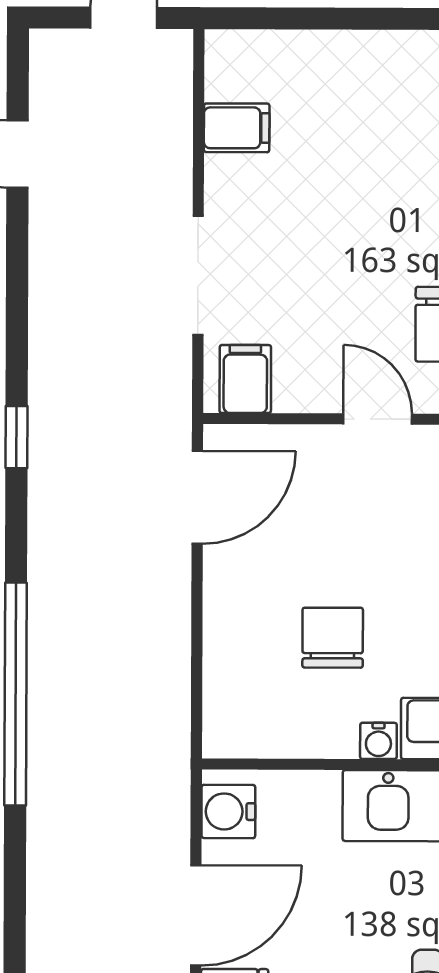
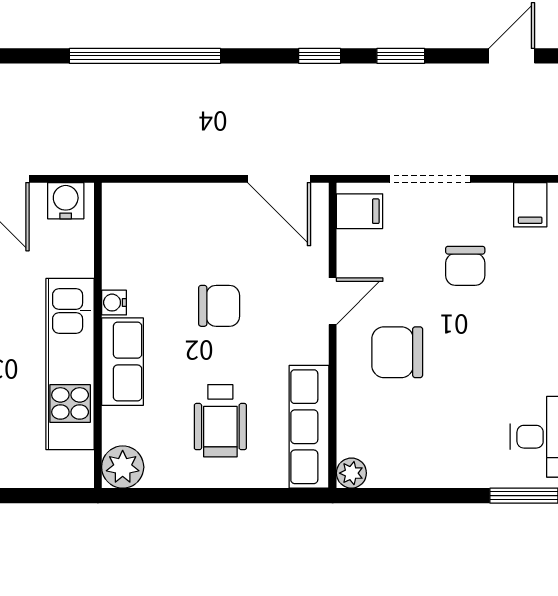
chair: (326, 224) -> (465, 266), added
window: (17, 317) -> (401, 56), added
chair: (333, 638) -> (219, 306), moved

